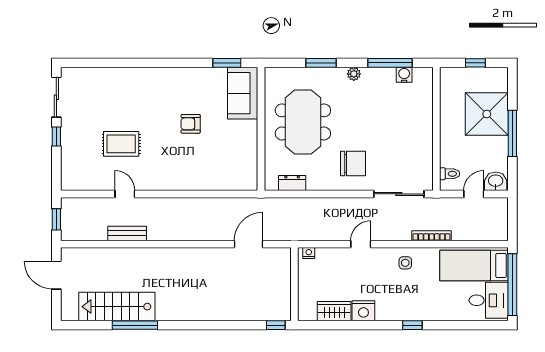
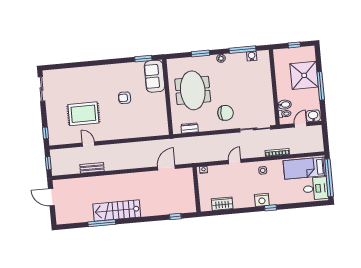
window: (56, 136) -> (46, 133), moved
rug: (121, 144) -> (83, 114), width x1.36, depth x1.43
bidet: (451, 159) -> (285, 105), added
stairs: (117, 307) -> (117, 210), moved
nightstand: (363, 311) -> (262, 200), moved
window: (276, 325) -> (175, 216), moved

